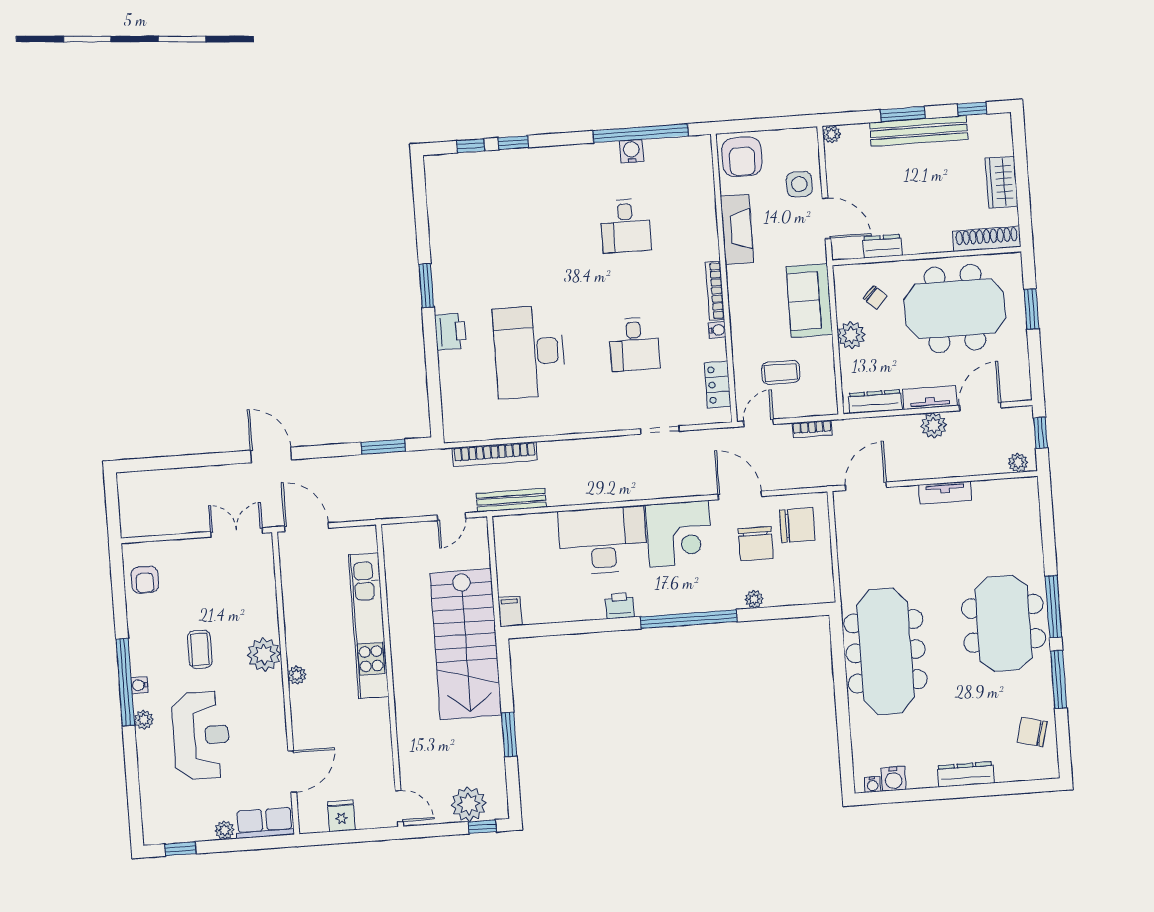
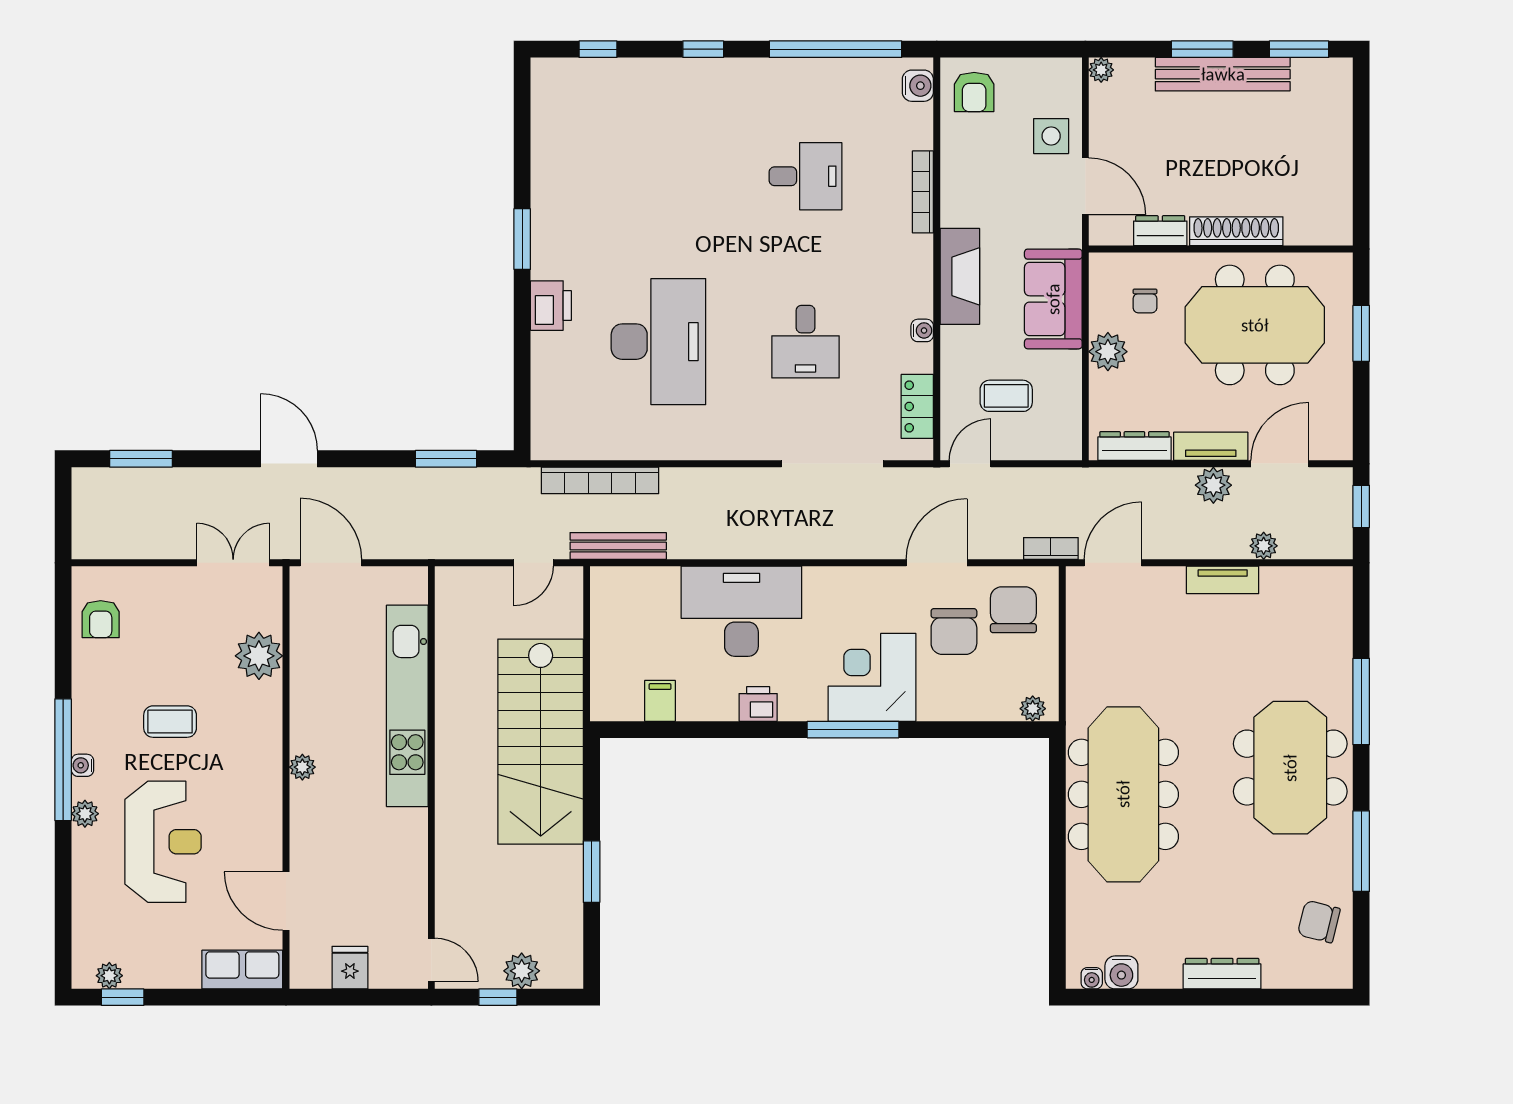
window: (972, 109) -> (1299, 49), width x1.50
window: (513, 143) -> (703, 49), moved
water cooler: (631, 151) -> (918, 86), moved, turned 90
armchair: (742, 157) -> (974, 92), width x0.72, depth x0.72
wardrobe: (1002, 182) -> (1333, 154), removed
desk: (626, 226) -> (805, 176), turned -90
fireplace: (737, 229) -> (960, 276), moved
shoe rack: (987, 239) -> (1236, 231), moved
bookcase: (715, 291) -> (923, 192), moved
chair: (875, 297) -> (1145, 301), turned 47
desk: (529, 352) -> (658, 342), turned 180
bookcase: (812, 429) -> (1051, 549), moved, turned 180
doorway: (660, 430) -> (832, 464), width x1.88
window: (165, 463) -> (141, 459), added
plant: (1018, 463) -> (1264, 546), moved
door: (740, 495) -> (937, 563), hinge flipped
chair: (797, 525) -> (1013, 610), turned -90
corner desk: (679, 534) -> (872, 677), moved, turned 180
plant: (754, 599) -> (1033, 709), moved
window: (1053, 607) -> (1361, 702), moved
filing cabinet: (510, 612) -> (660, 701), moved
window: (689, 619) -> (853, 730), width x0.68
coffee table: (200, 649) -> (170, 722), turned 90
plant: (264, 654) -> (259, 656), moved
door: (292, 772) -> (286, 901), swing flipped
plant: (469, 804) -> (522, 971), width x0.73, depth x0.73
window: (482, 827) -> (498, 997), moved
plant: (225, 830) -> (109, 976), moved

